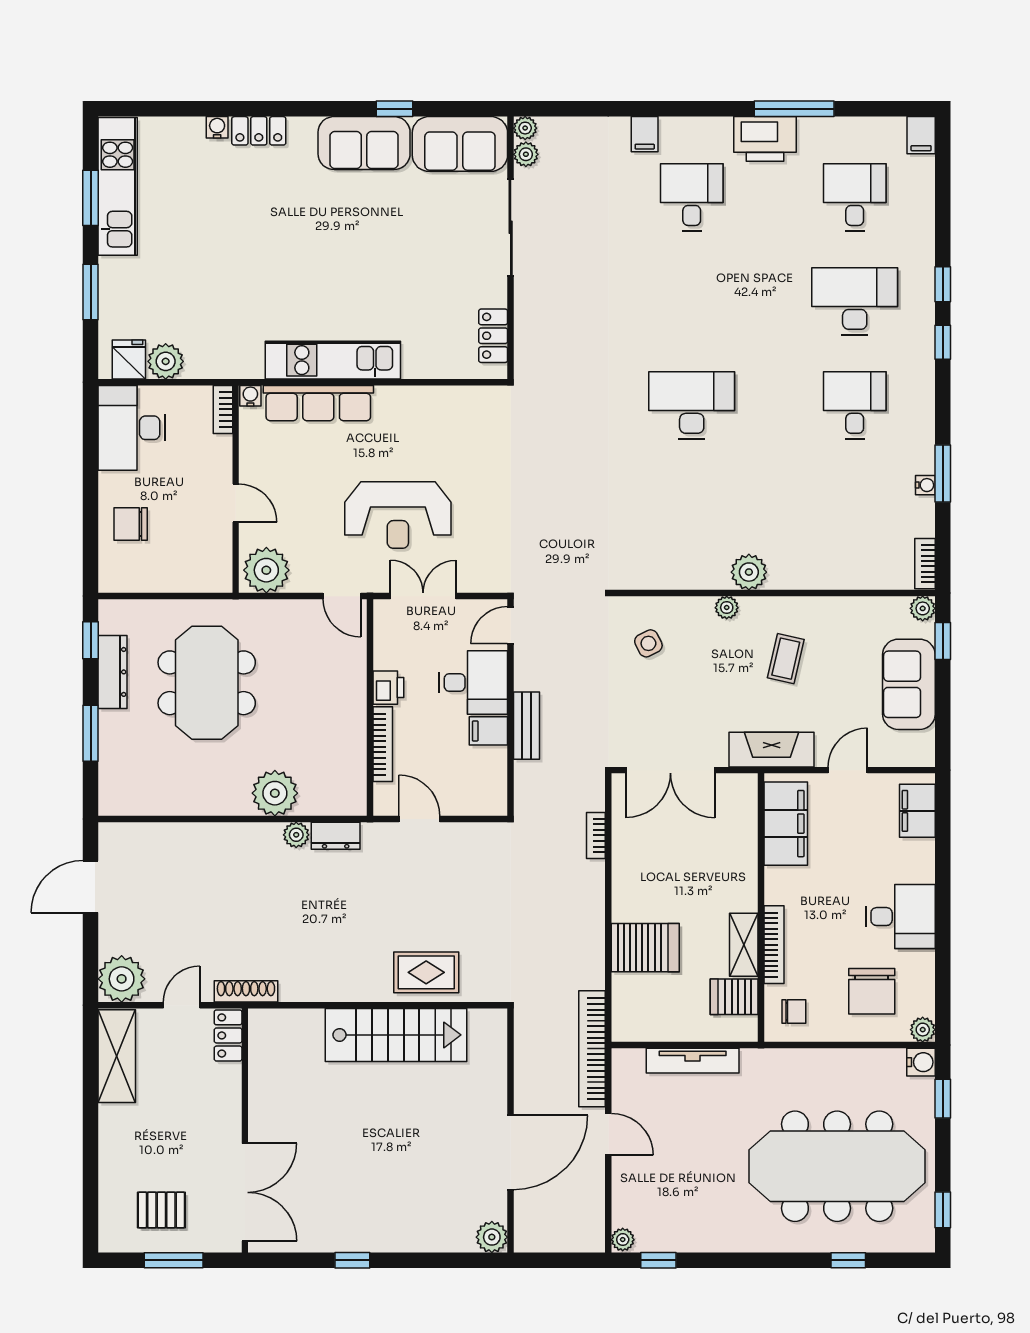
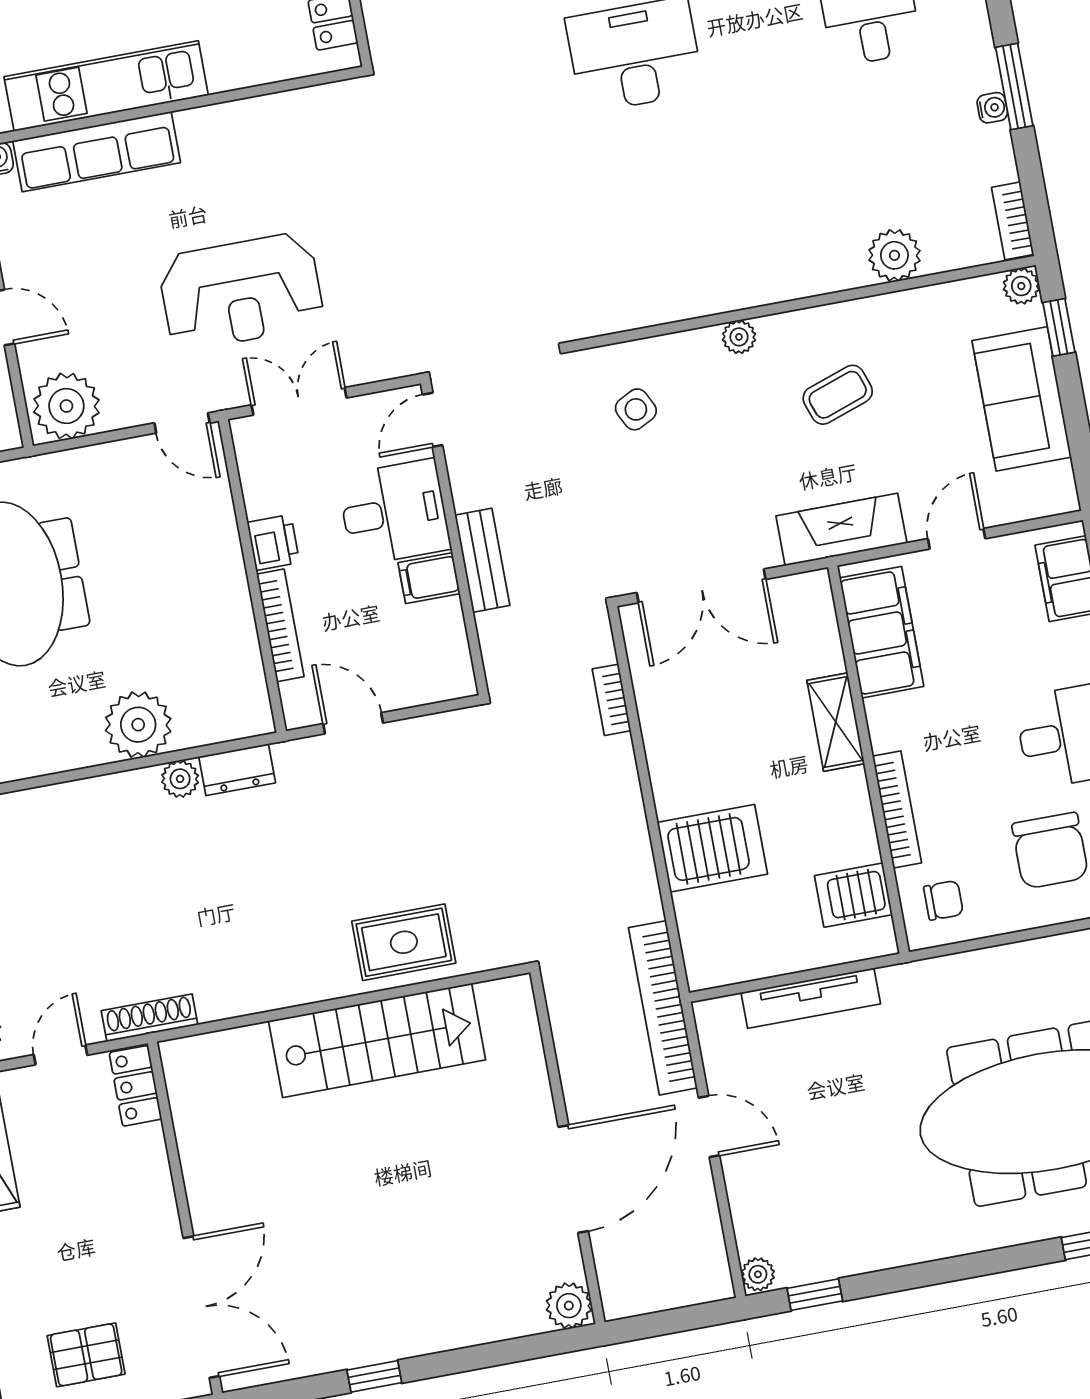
plant: (749, 572) -> (894, 255), moved
coffee table: (786, 659) -> (838, 395), turned 58
shelving: (744, 945) -> (836, 722), moved

